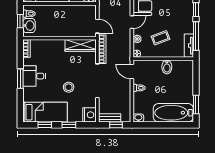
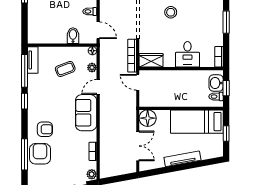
wardrobe: (81, 45) -> (151, 60), width x0.67
bidet: (167, 67) -> (73, 36), moved
desk: (34, 76) -> (187, 54), moved, turned 90

